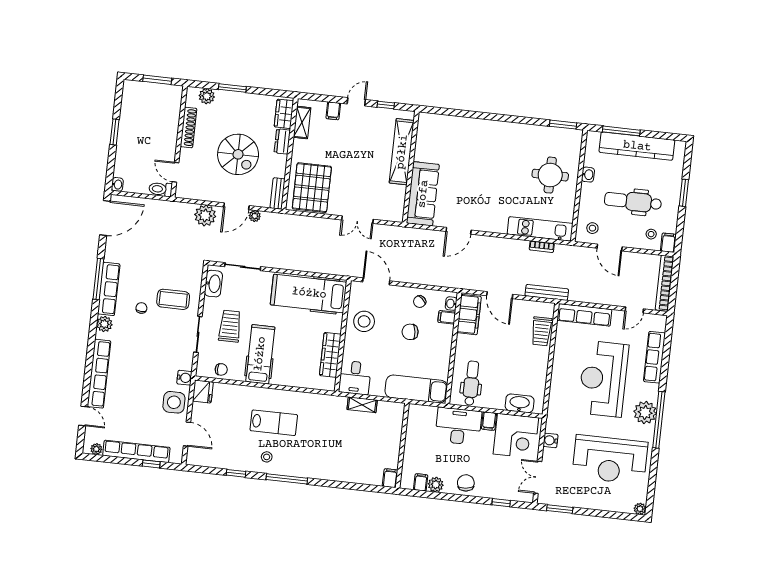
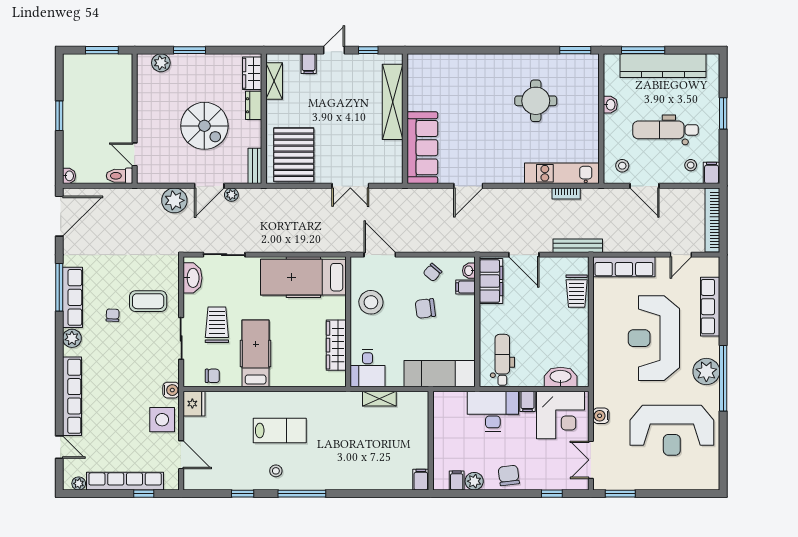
shoe rack: (188, 127) -> (144, 101), removed
round table: (550, 175) -> (536, 101), moved
plant: (640, 509) -> (713, 483), removed

